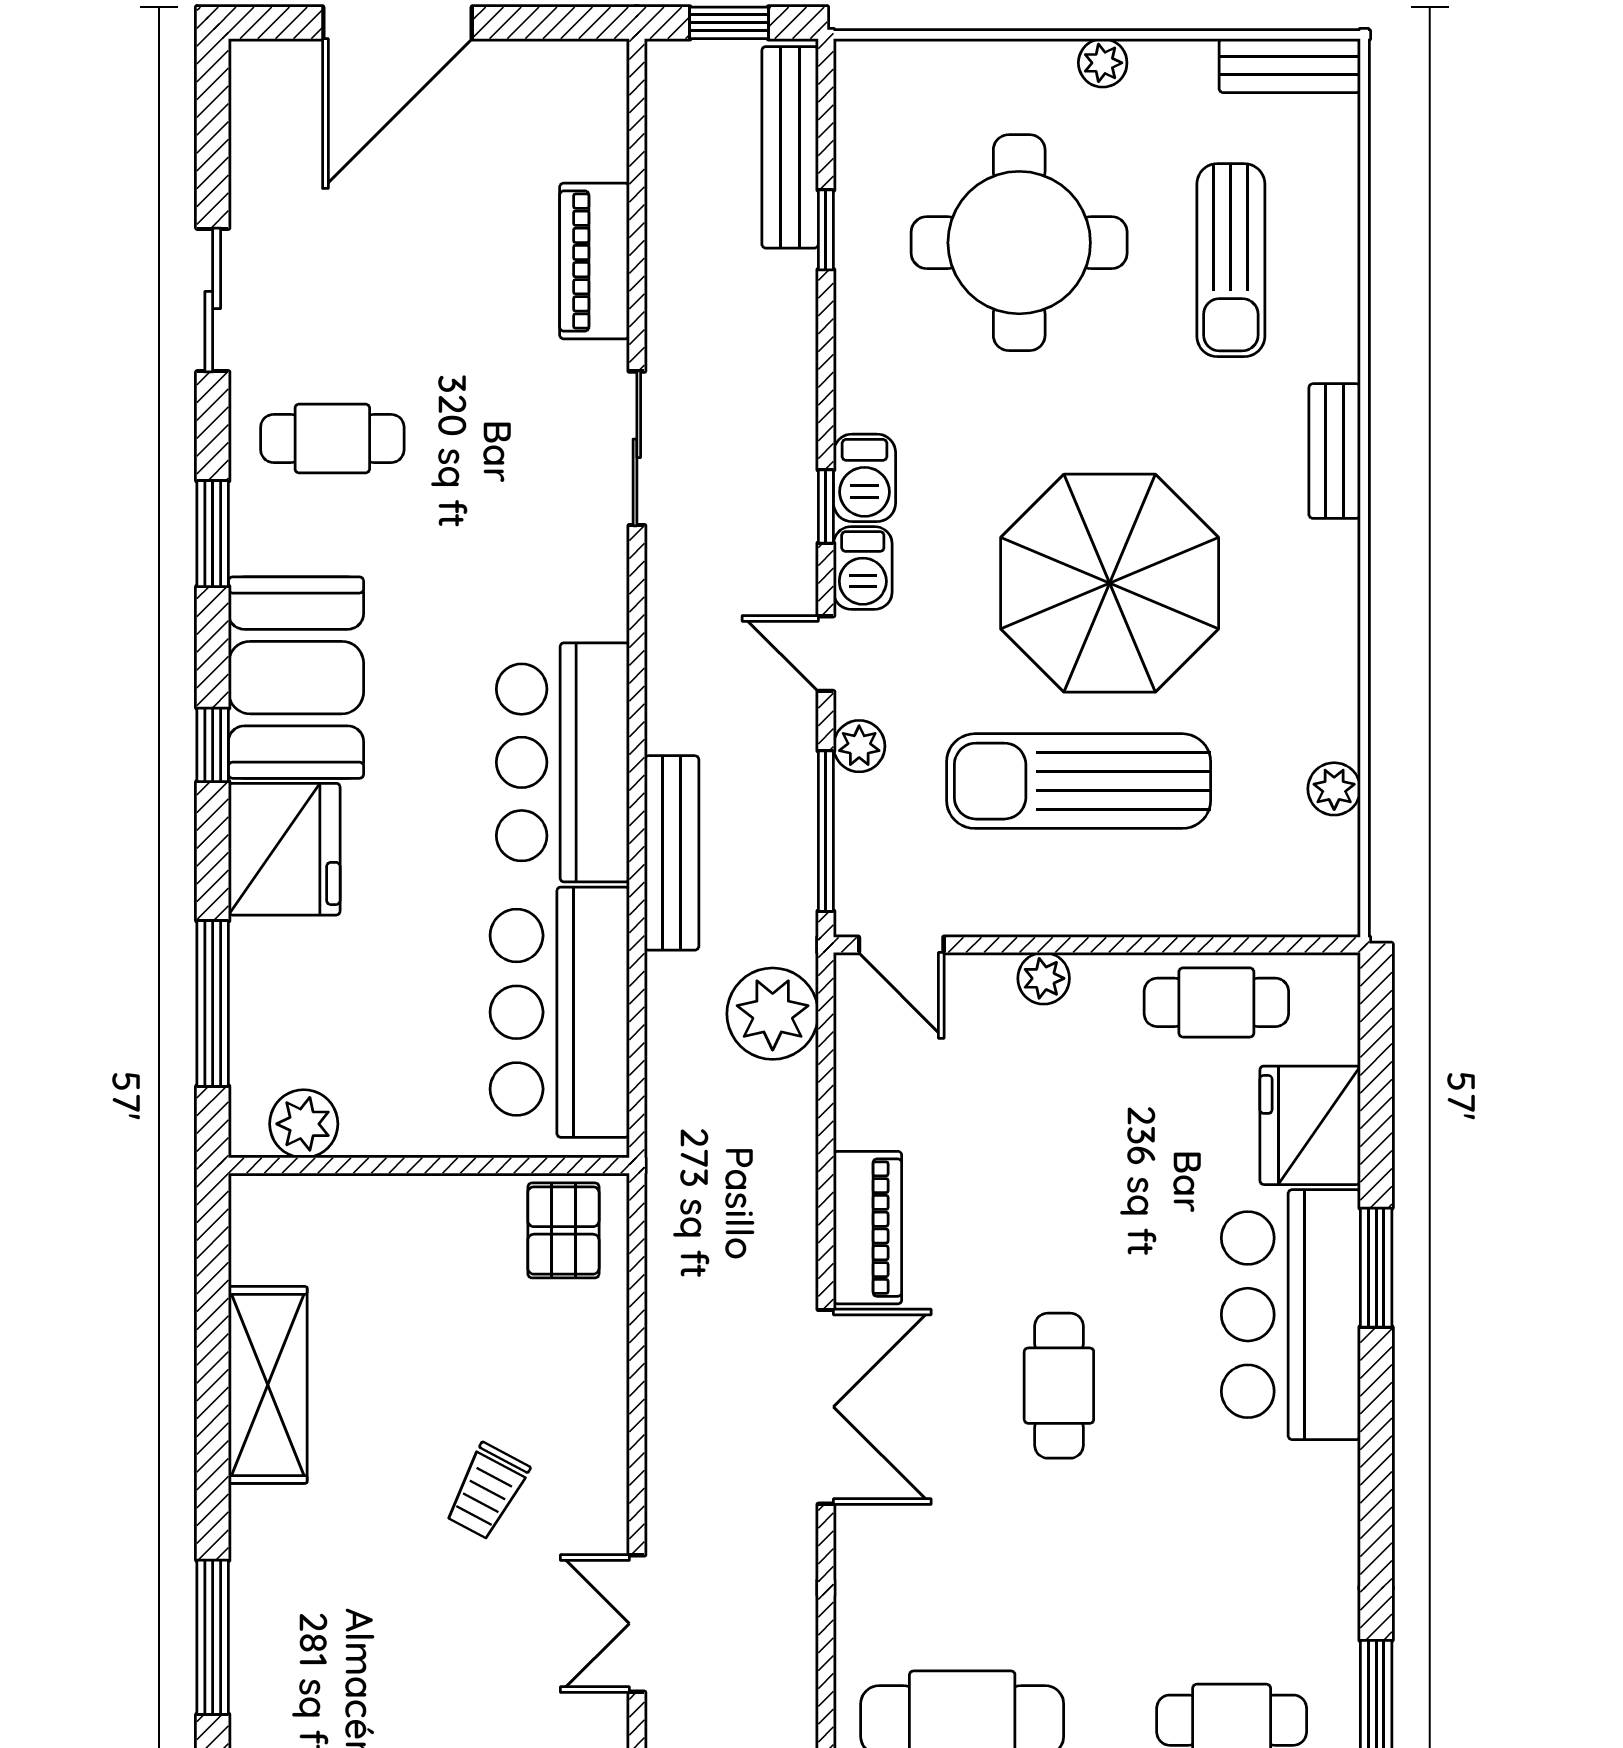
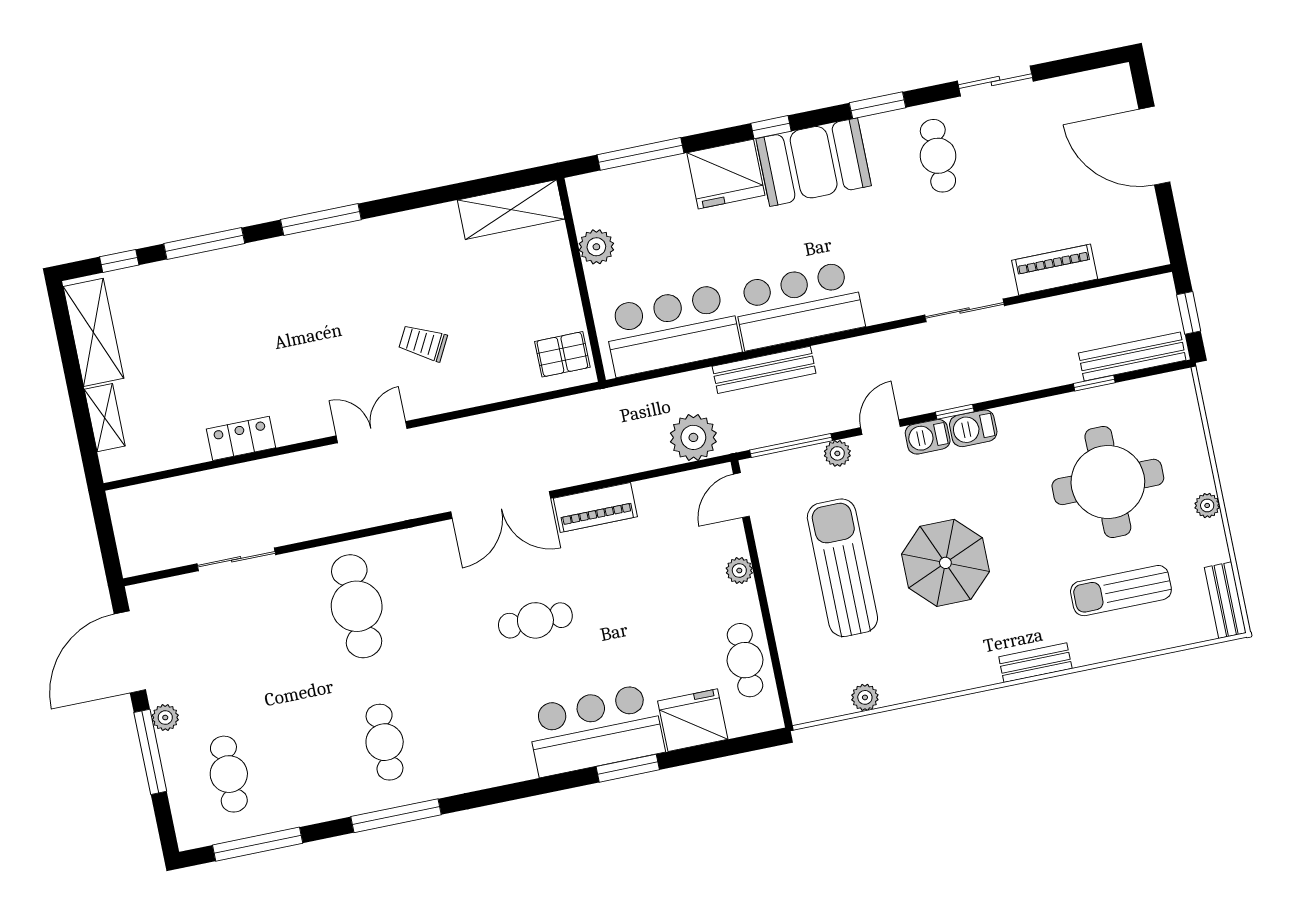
parasol: (1110, 583) -> (945, 563), width x0.73, depth x0.73
plant: (304, 1124) -> (596, 247), moved
shelving: (268, 1385) -> (511, 209), moved

